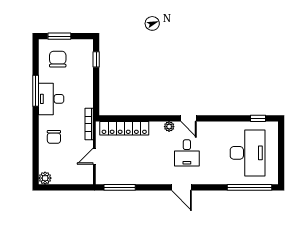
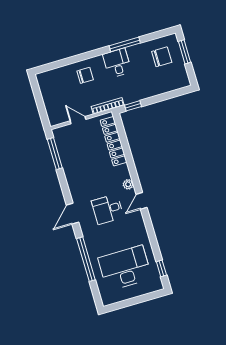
window: (96, 59) -> (133, 106), moved
desk: (51, 99) -> (117, 63), width x0.73
chair: (54, 137) -> (85, 75), turned 180
desk: (248, 153) -> (125, 268), turned 180
plant: (45, 178) -> (43, 78), removed
window: (250, 187) -> (86, 259), moved

